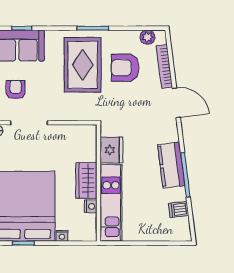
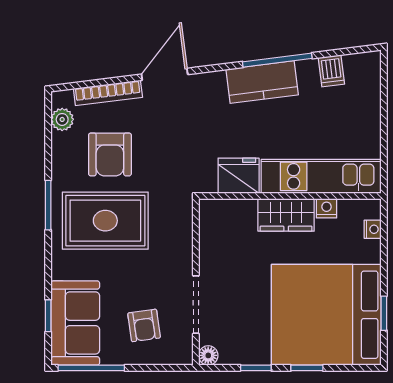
armchair: (16, 90) -> (144, 325), turned -98
nightstand: (62, 236) -> (373, 229), moved

